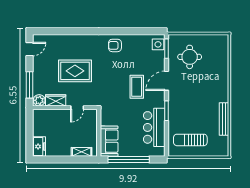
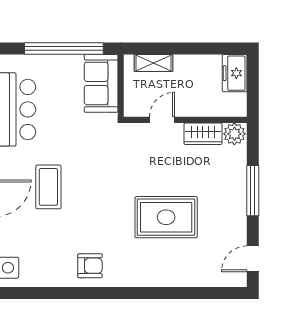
plant: (39, 100) -> (234, 134), moved
wardrobe: (56, 100) -> (203, 134), moved
wall: (65, 108) -> (185, 120), moved
door: (77, 108) -> (162, 120), moved

